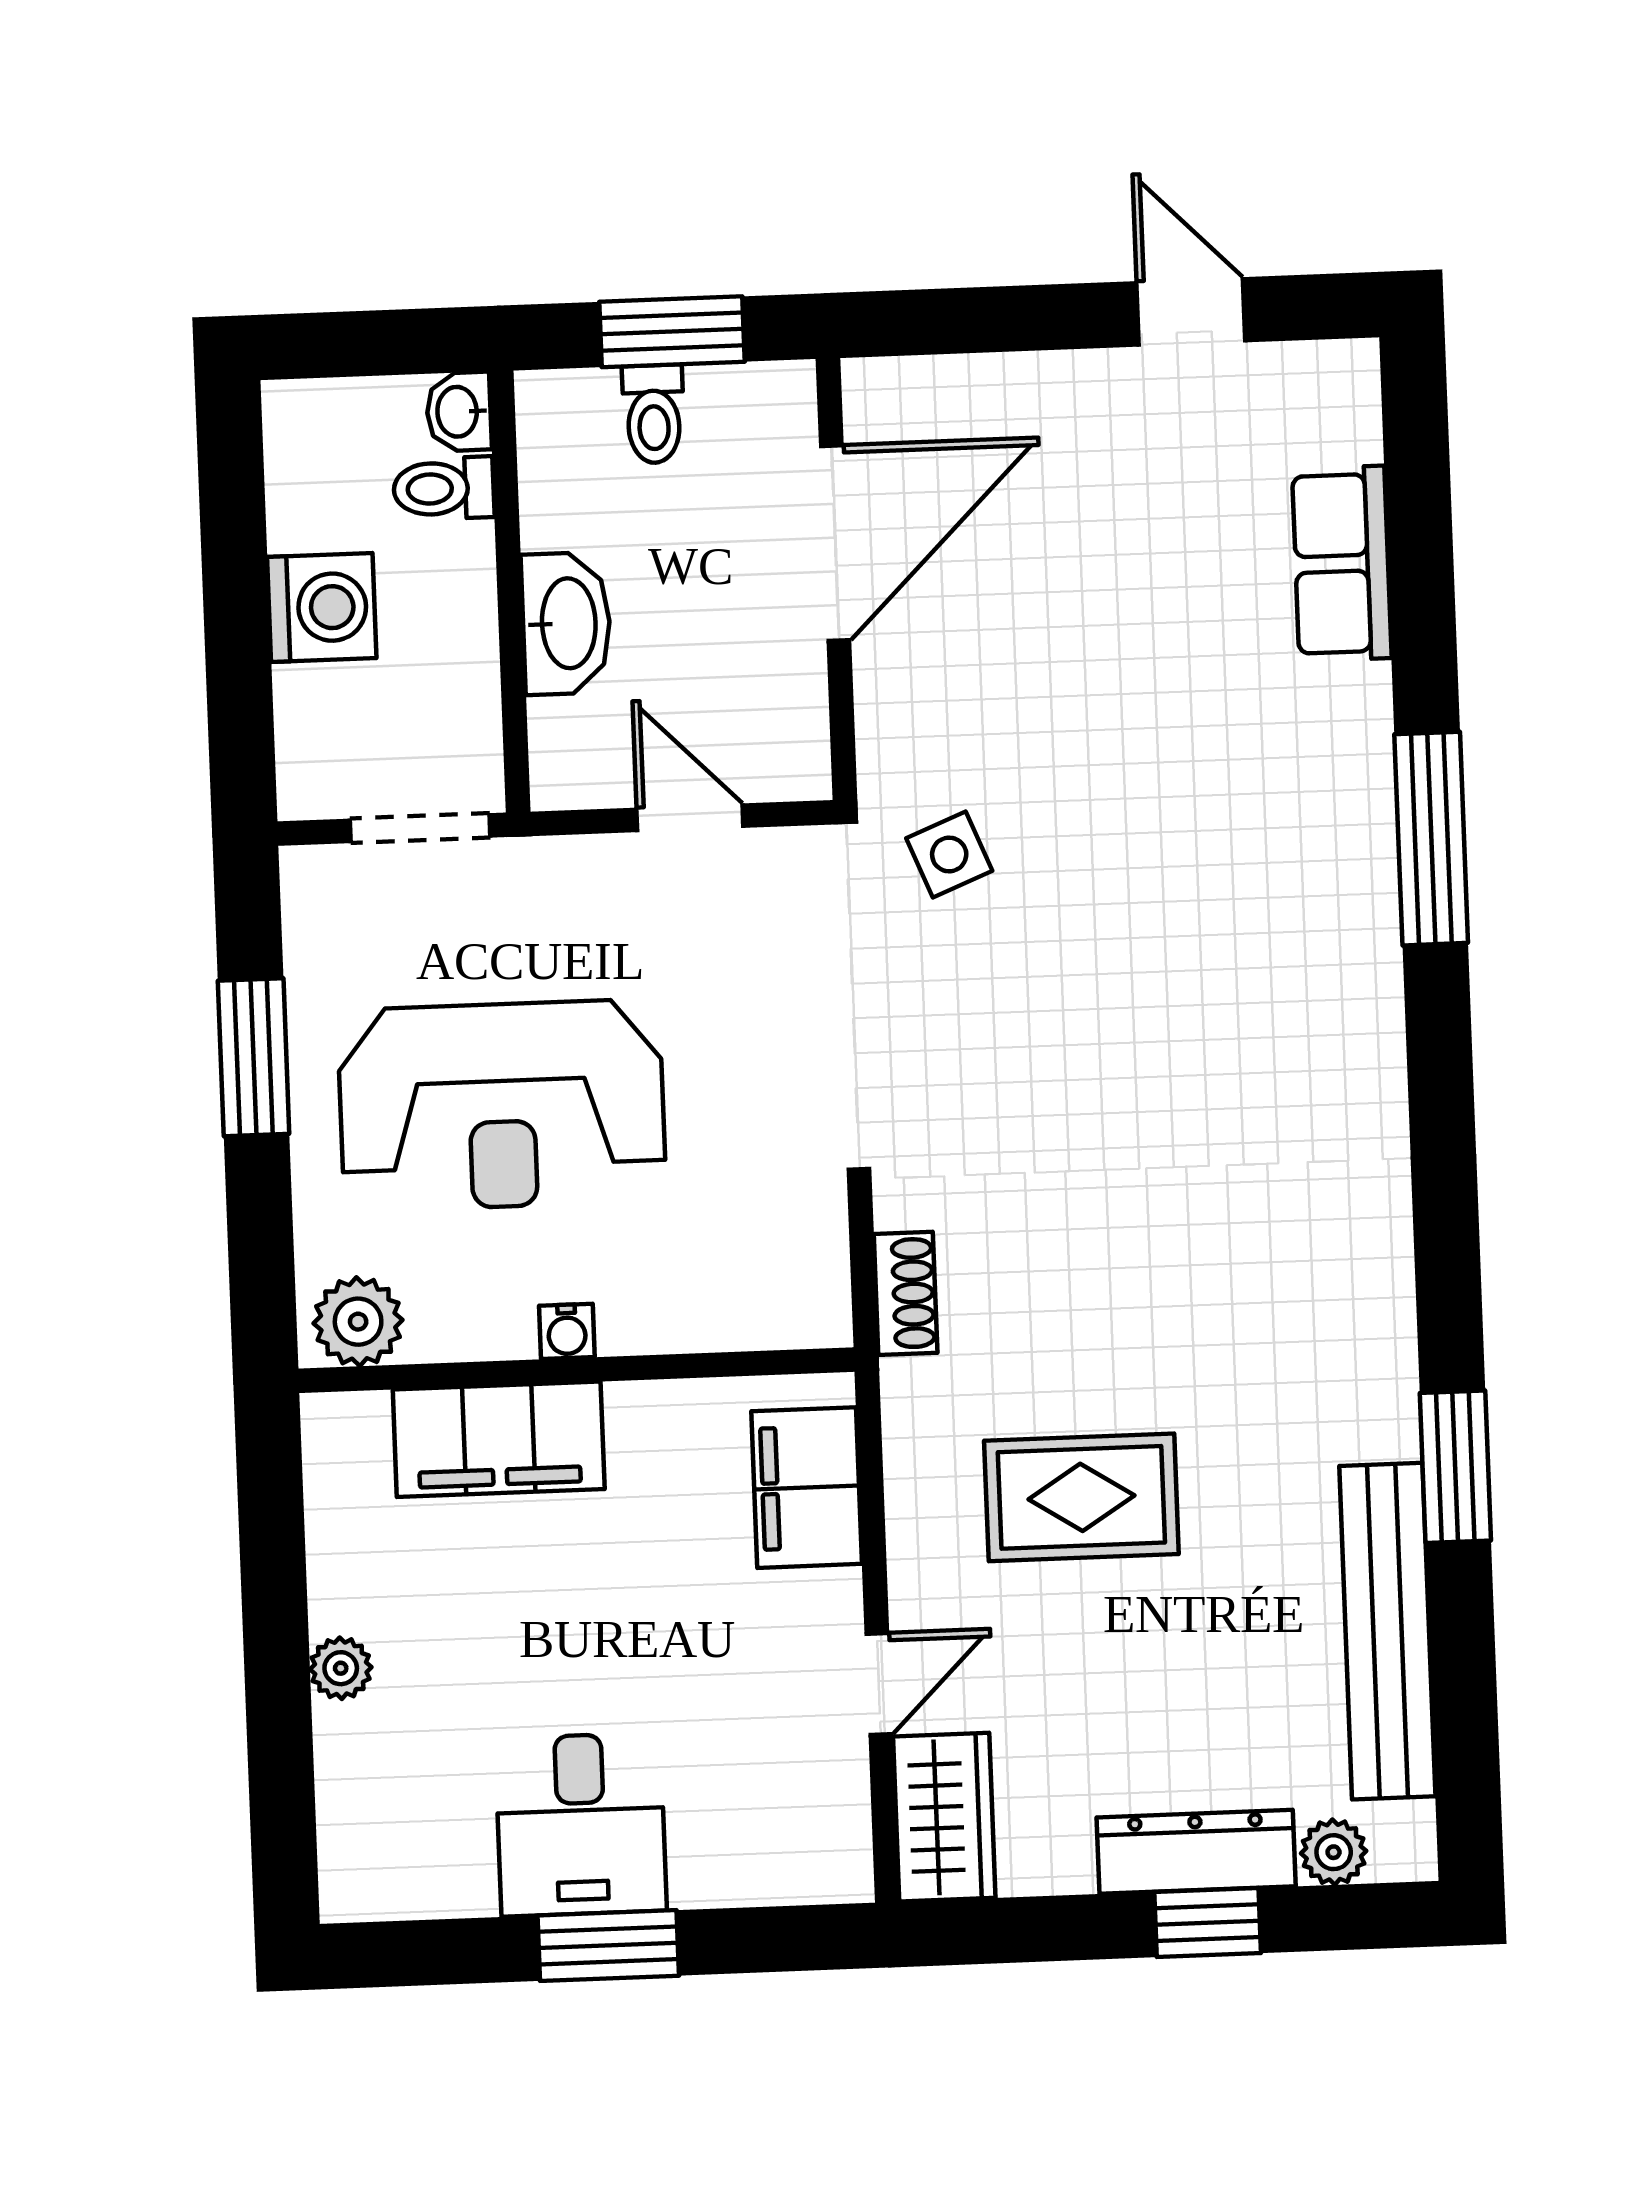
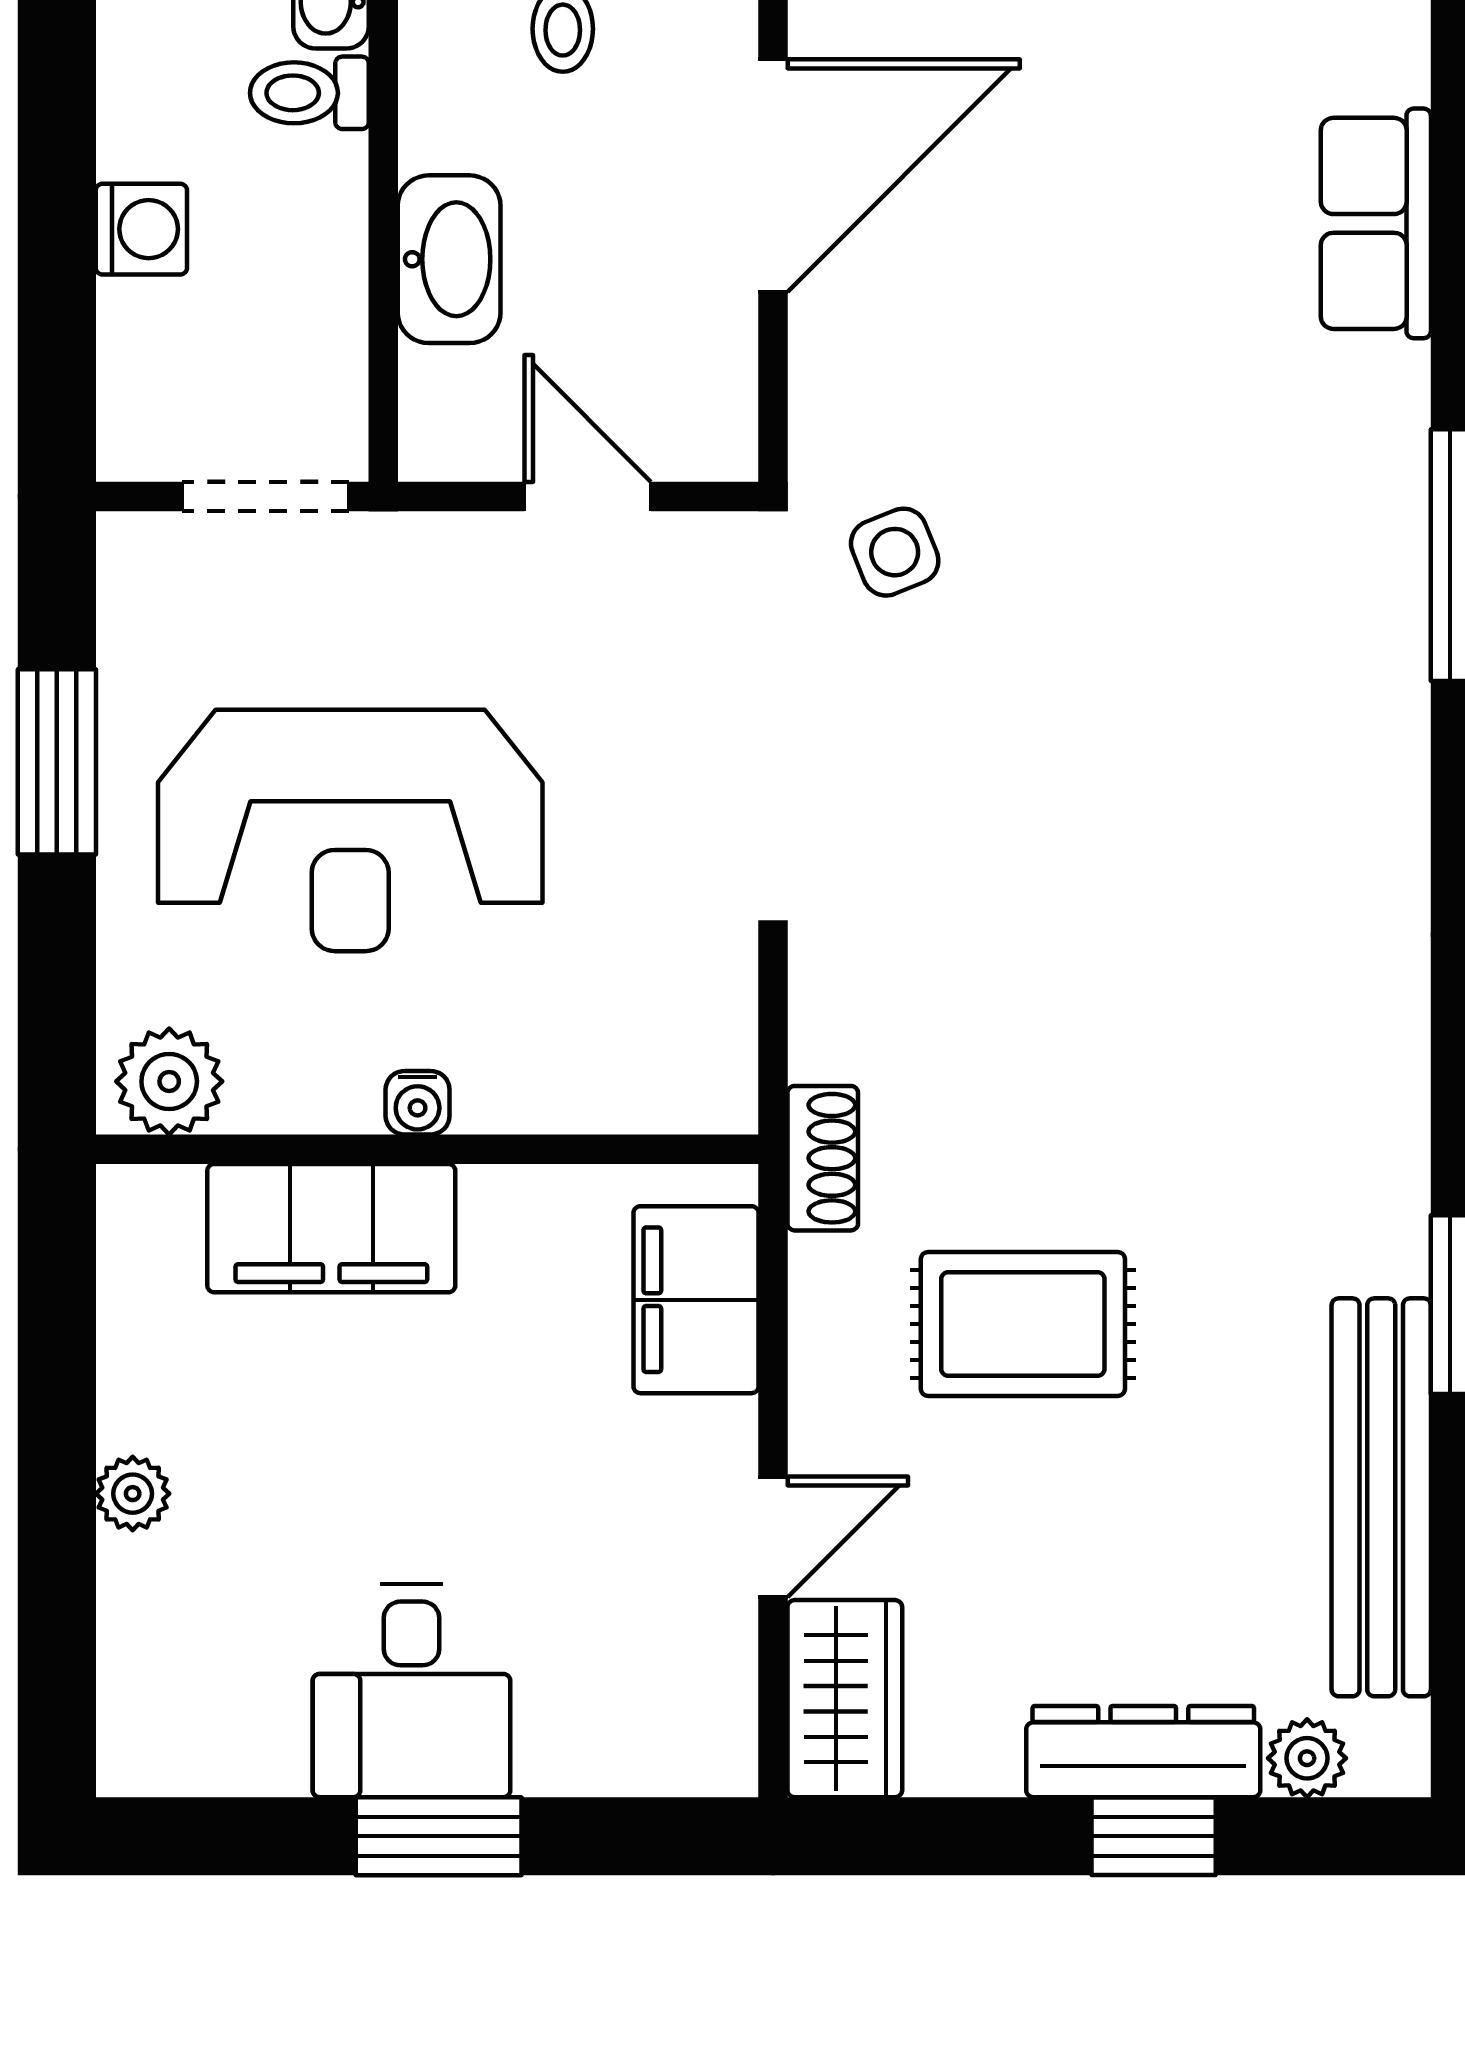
washing machine: (322, 608) -> (141, 229), width x0.73, depth x0.73
shoe rack: (906, 1293) -> (823, 1158), moved

